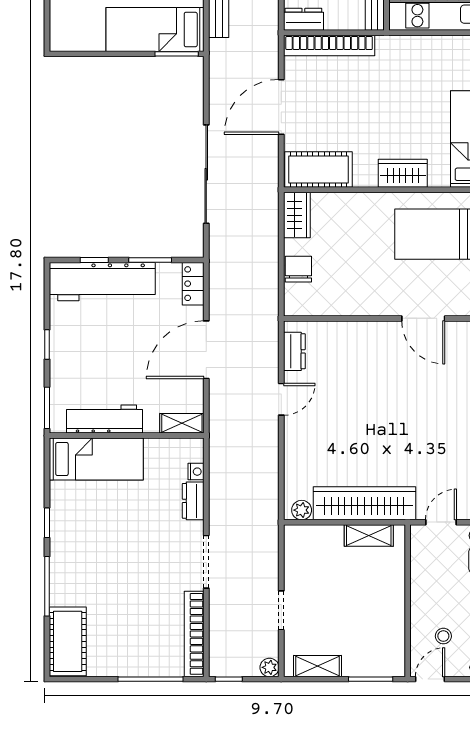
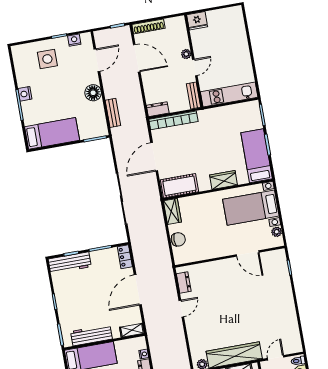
bed: (155, 30) -> (52, 133), moved, turned 180
chair: (298, 269) -> (178, 239), turned 90
workbench: (102, 282) -> (70, 263), width x0.73, depth x0.76

